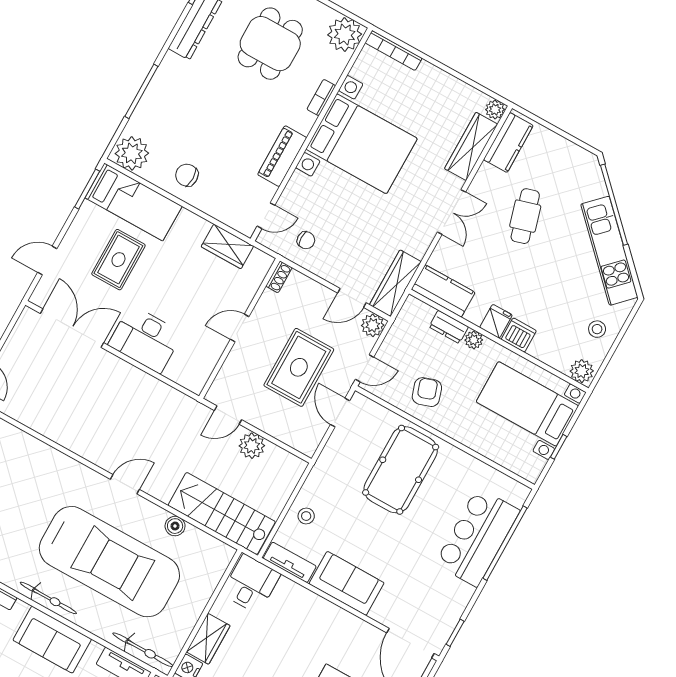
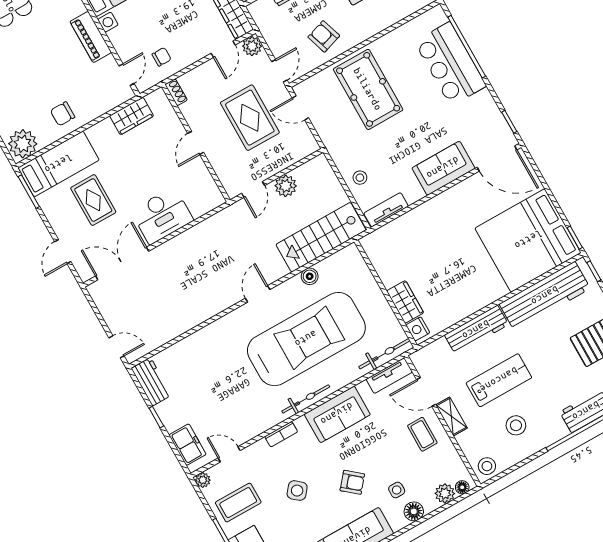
sofa: (347, 583) -> (443, 168), moved
desk: (251, 584) -> (385, 247), removed

